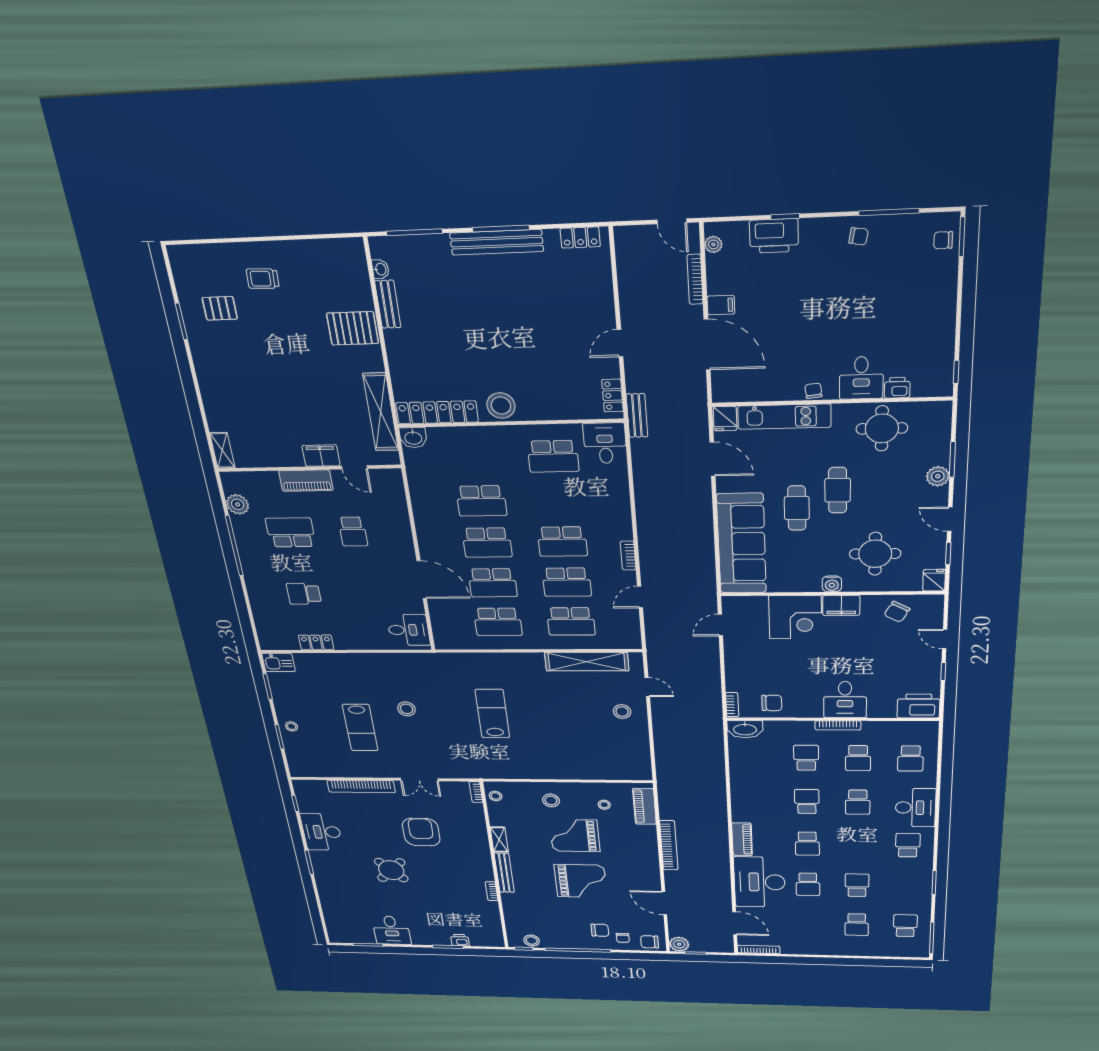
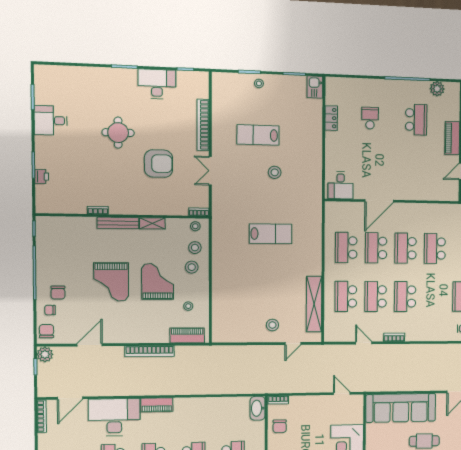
school desk: (353, 531) -> (416, 161), removed
round table: (391, 870) -> (118, 133), turned 45
stool: (532, 941) -> (195, 248), moved

